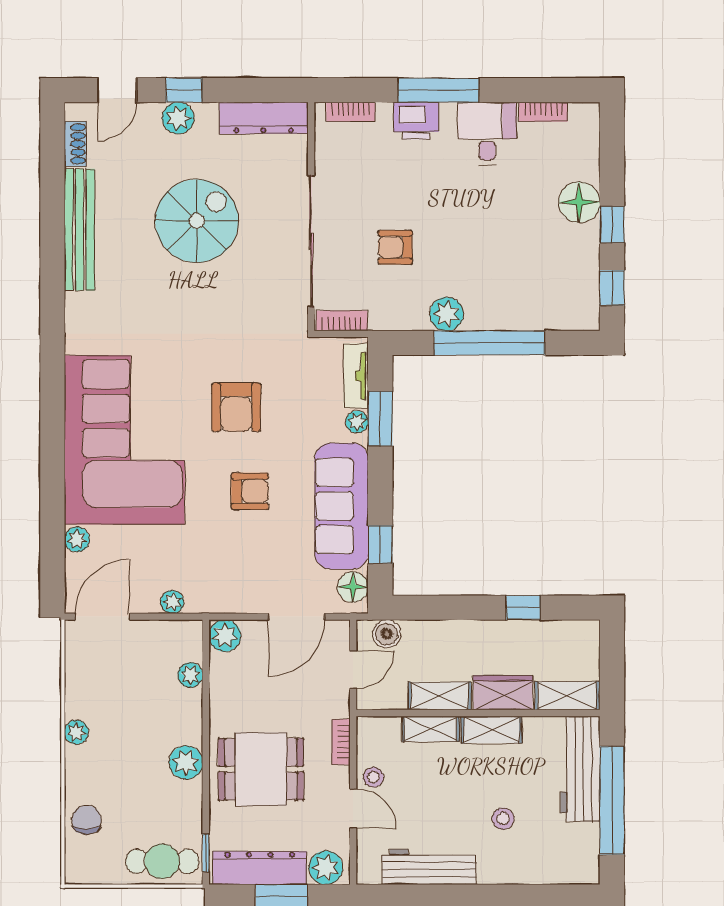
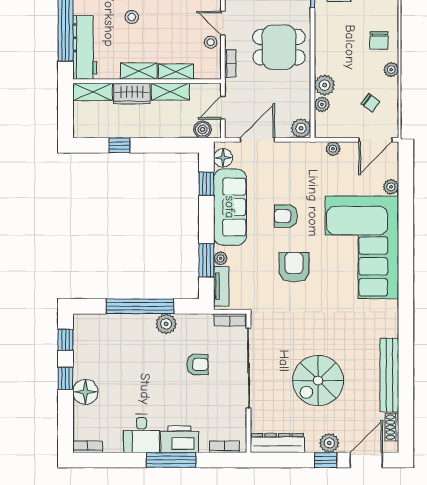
door: (117, 90) -> (366, 460), width x1.38
bookcase: (543, 112) -> (88, 447), moved
printer: (416, 121) -> (180, 439), width x1.37, depth x1.19
chair: (110, 678) -> (371, 103), added
plant: (186, 762) -> (325, 85), moved
chair: (86, 820) -> (379, 40), moved

